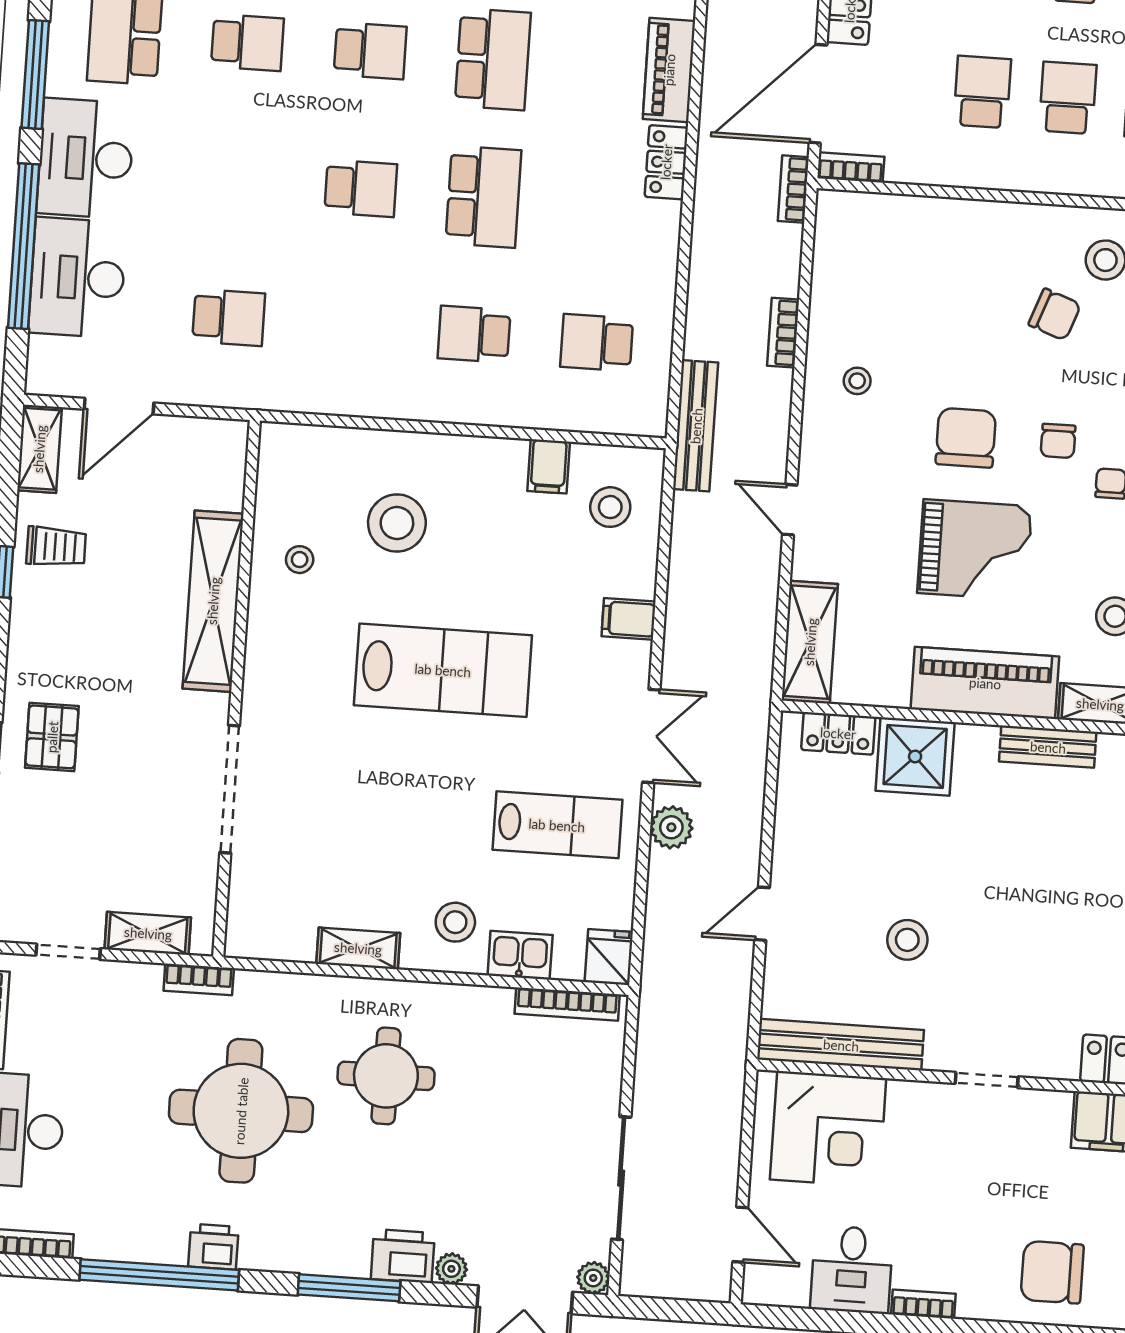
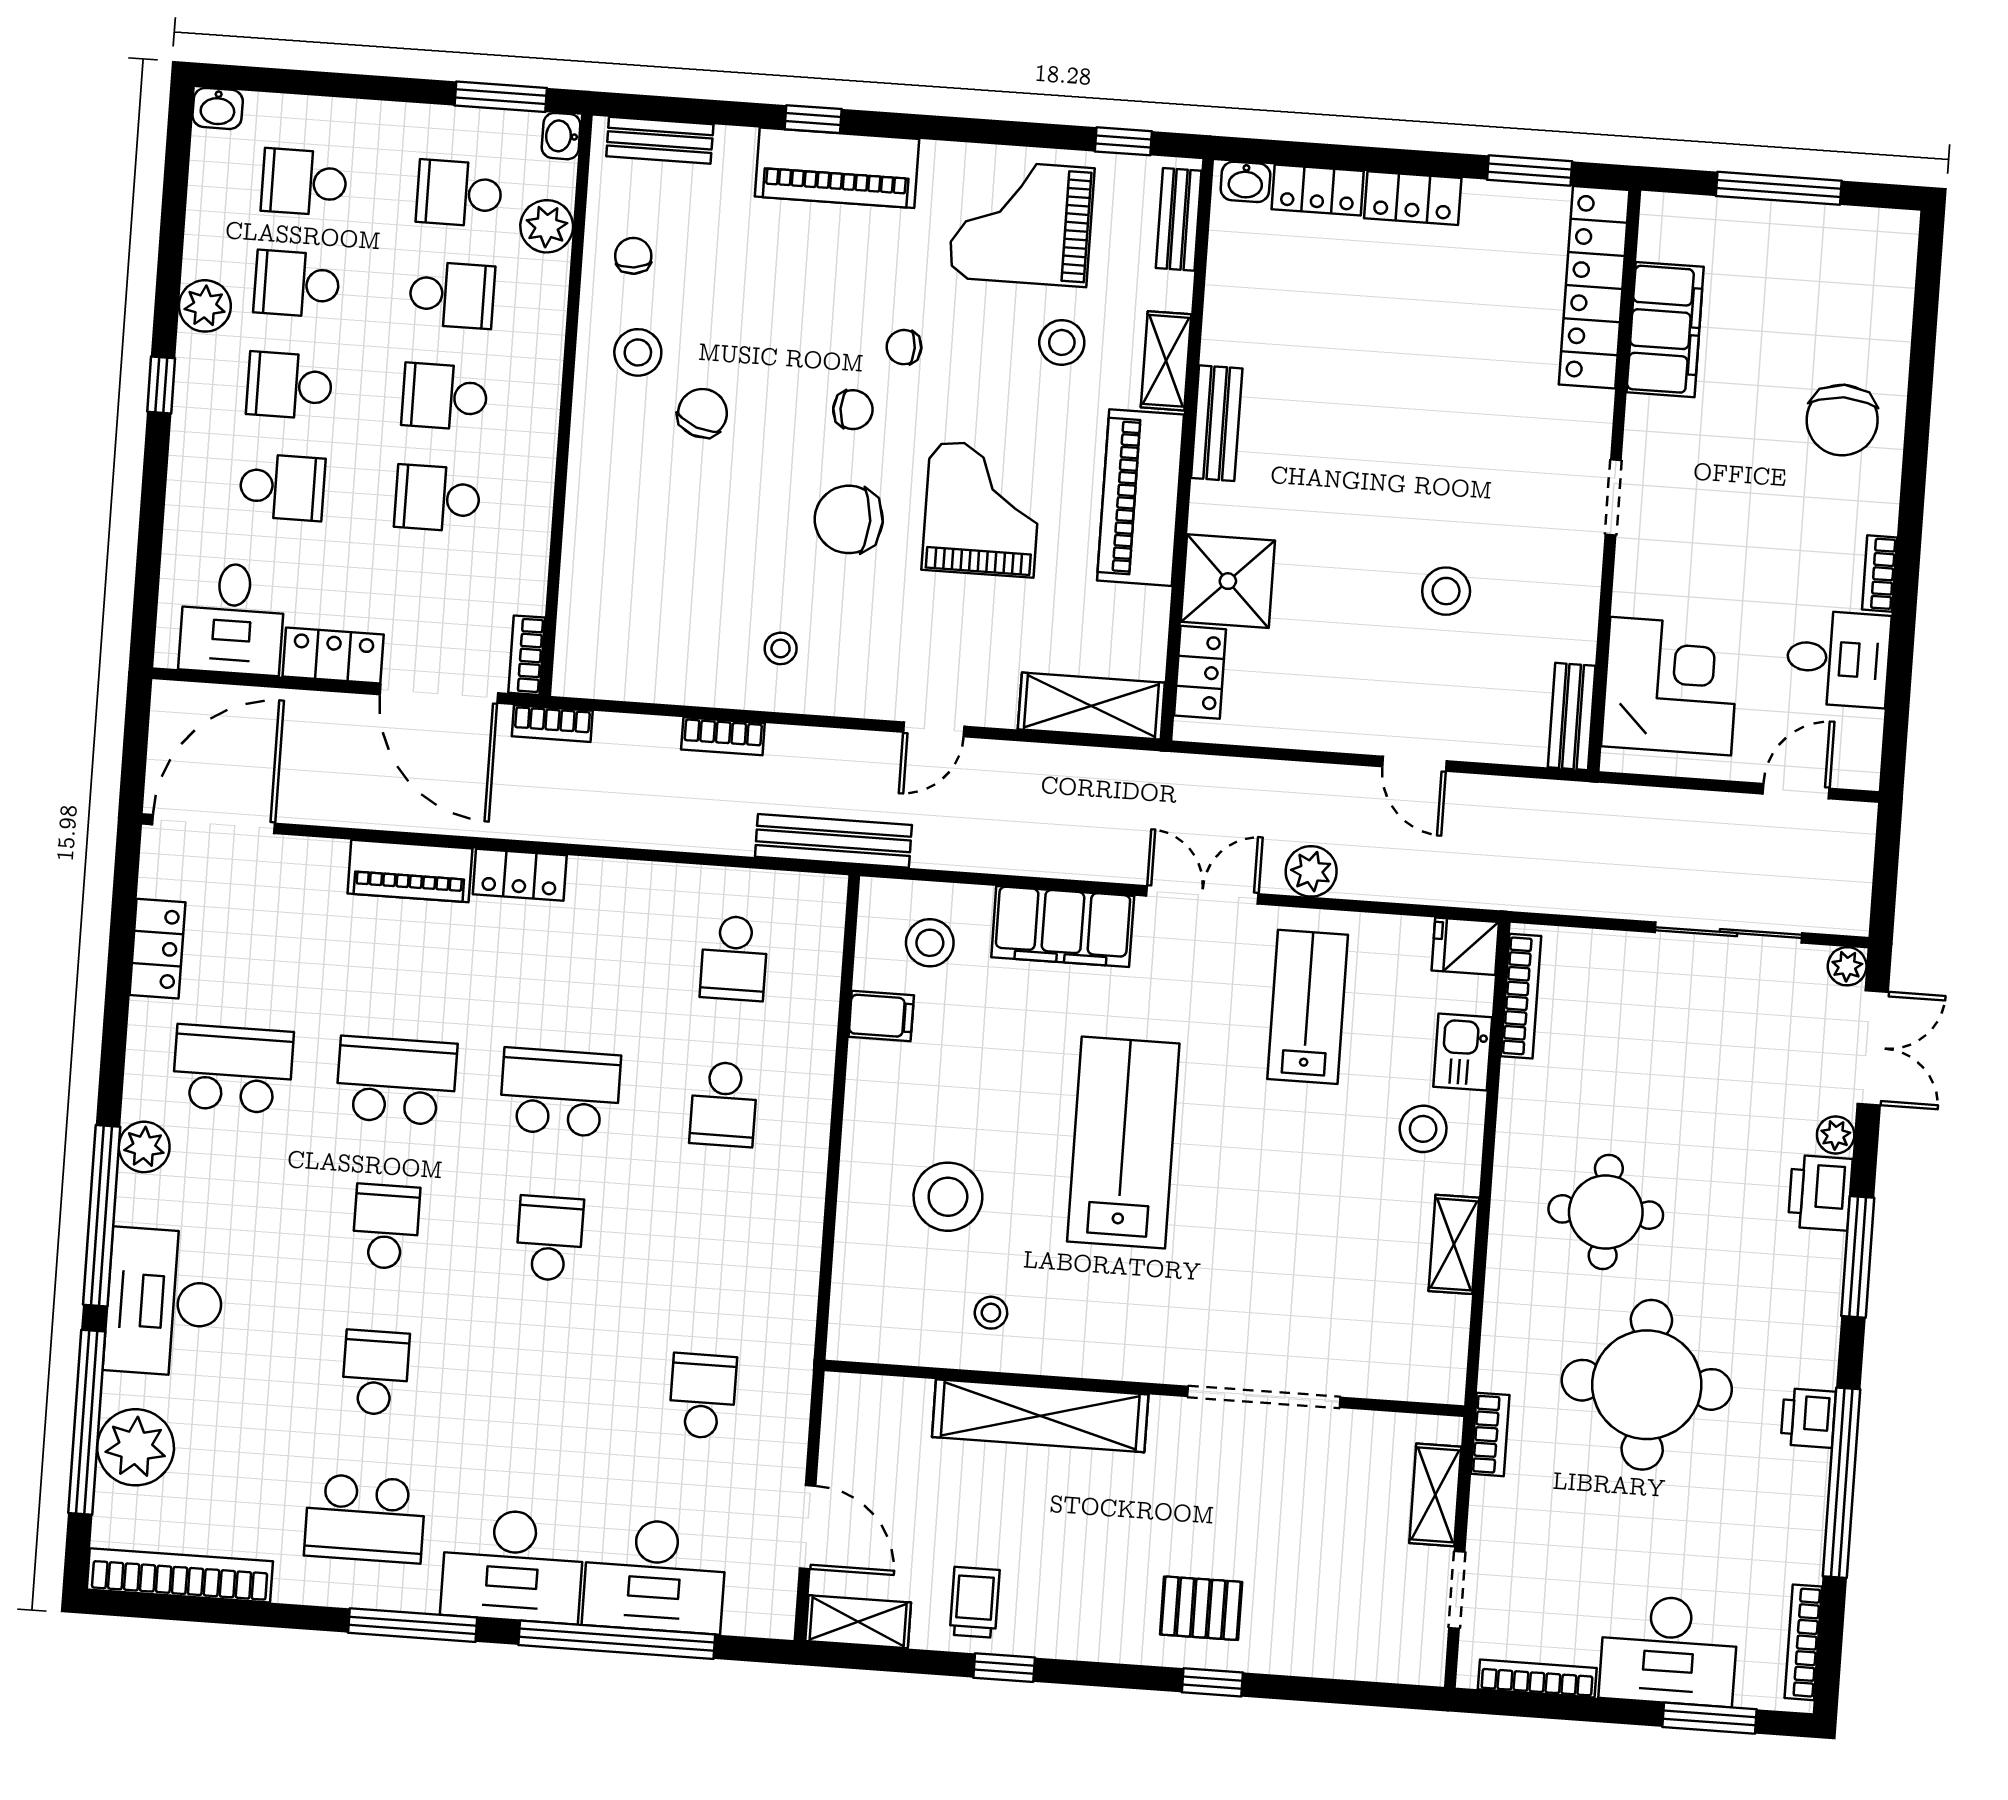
filing cabinet: (629, 619) -> (1063, 927), width x3.00, depth x1.17
bench: (841, 1045) -> (1572, 717), width x0.54, depth x0.82

